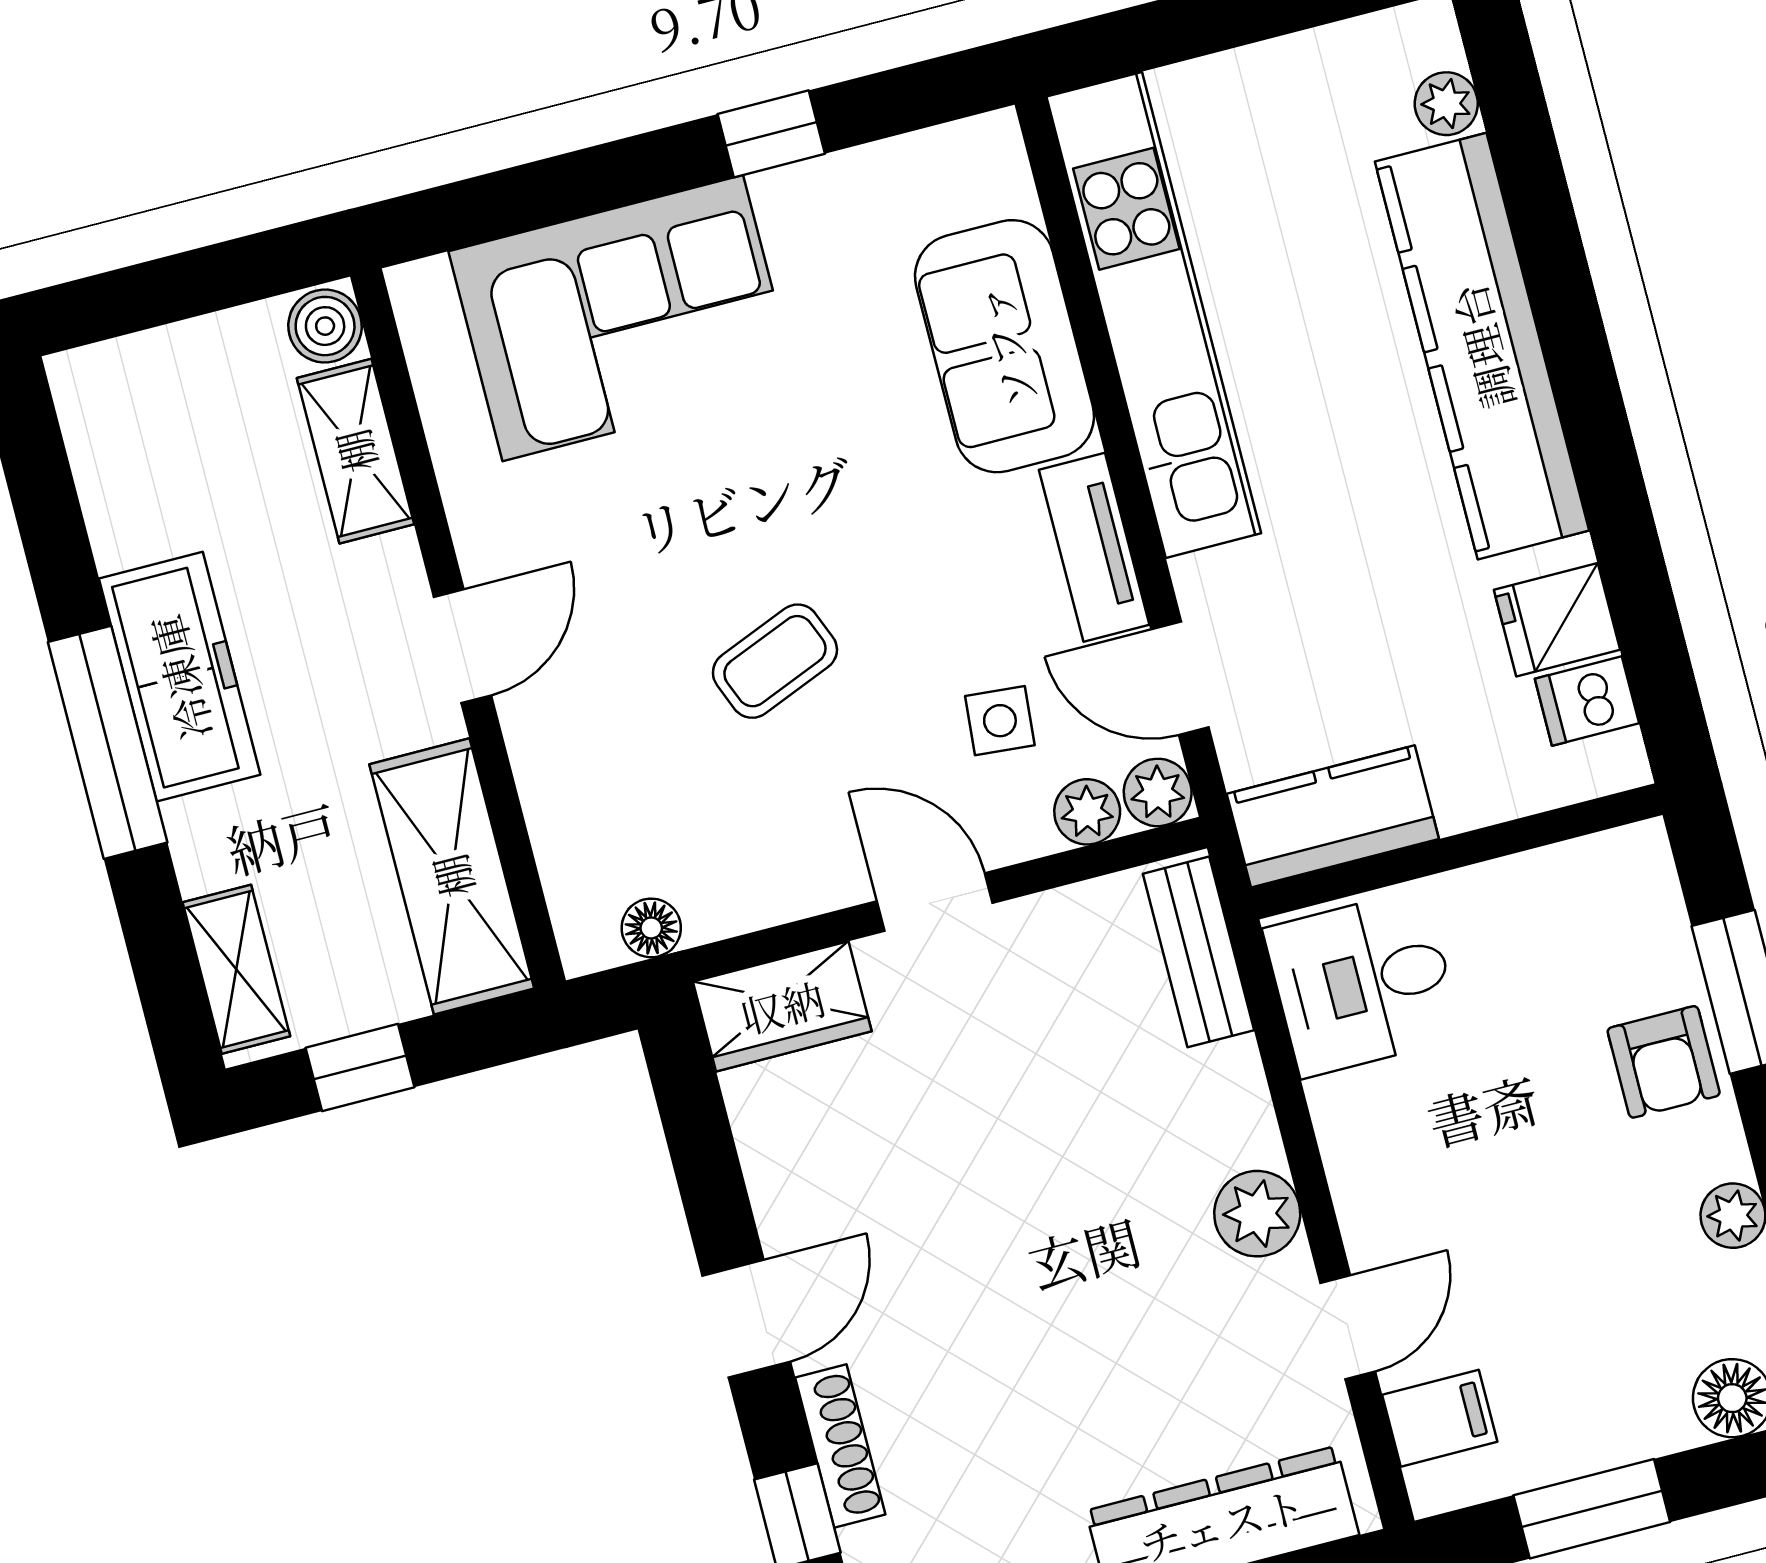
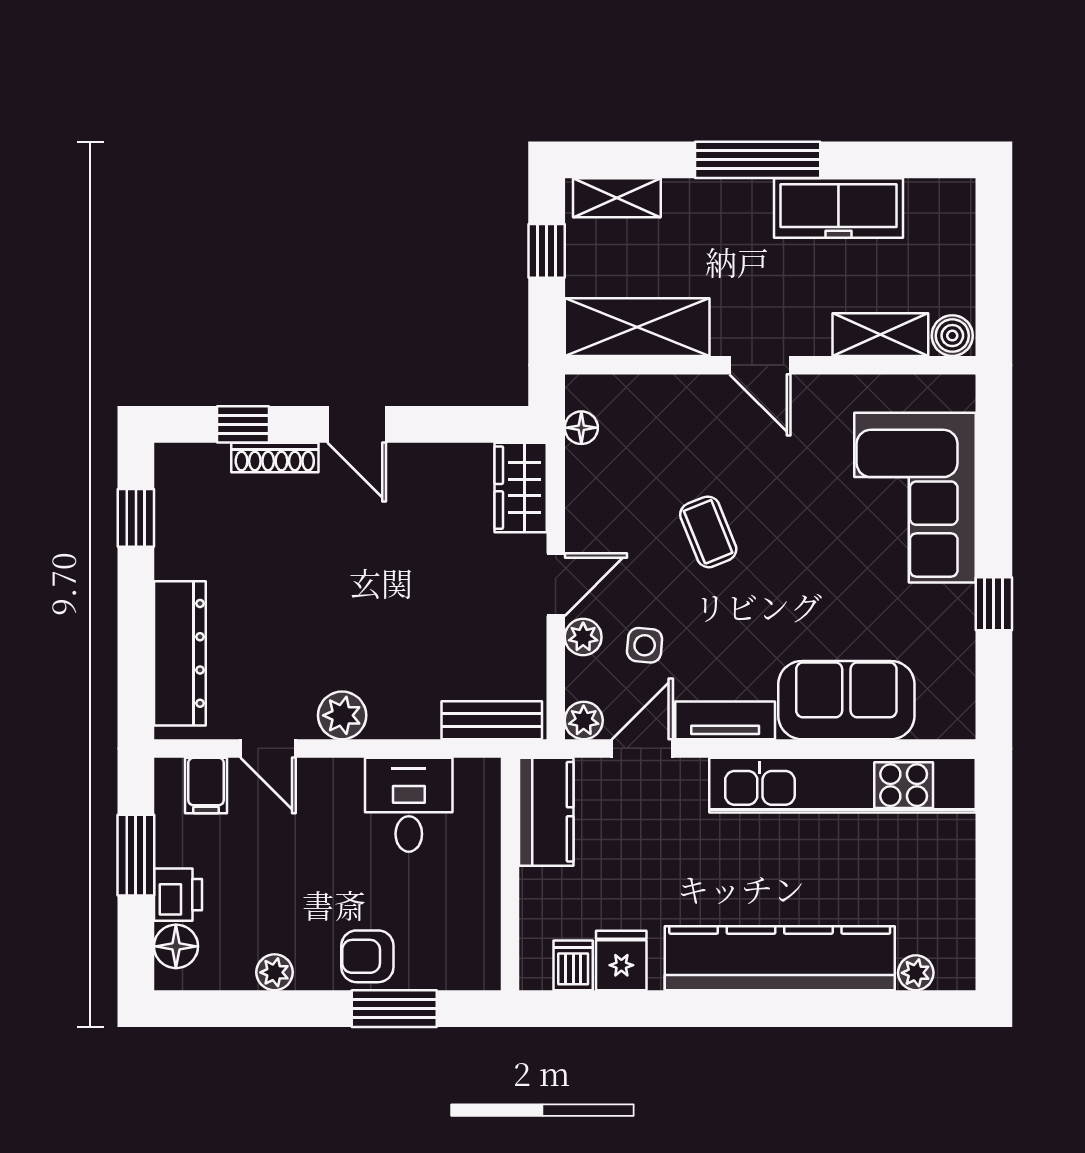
freezer: (180, 677) -> (839, 208), moved
plant: (1087, 812) -> (583, 637), moved
desk: (1363, 983) -> (409, 805), moved
printer: (1642, 1418) -> (178, 895), added

